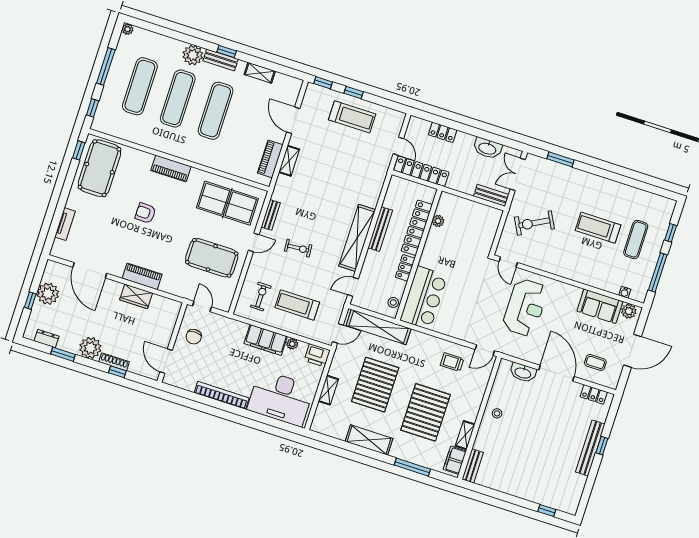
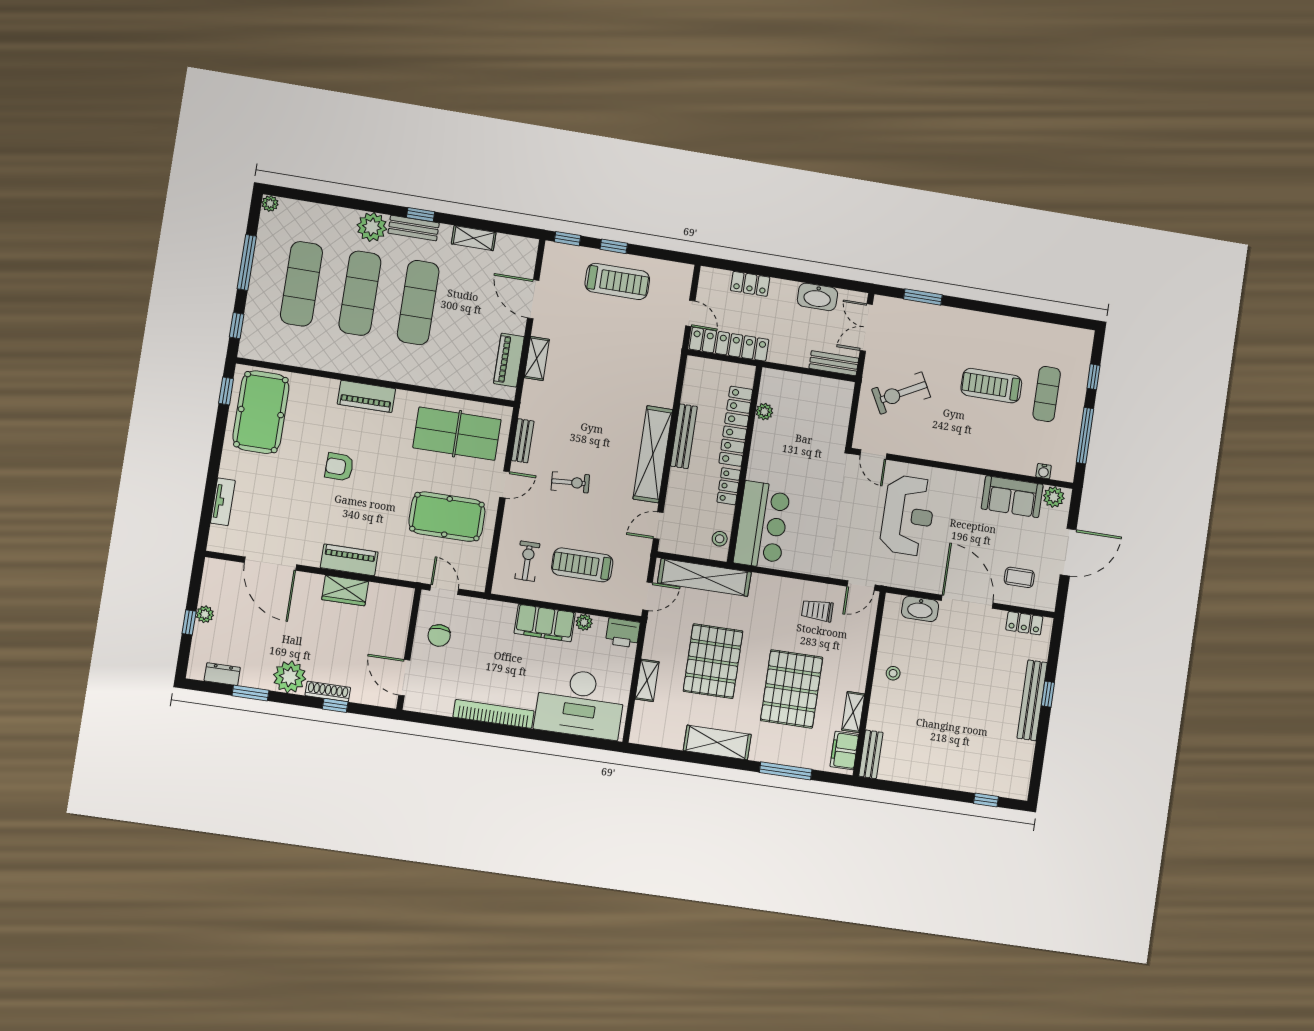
plant: (48, 294) -> (205, 614), width x0.53, depth x0.53

